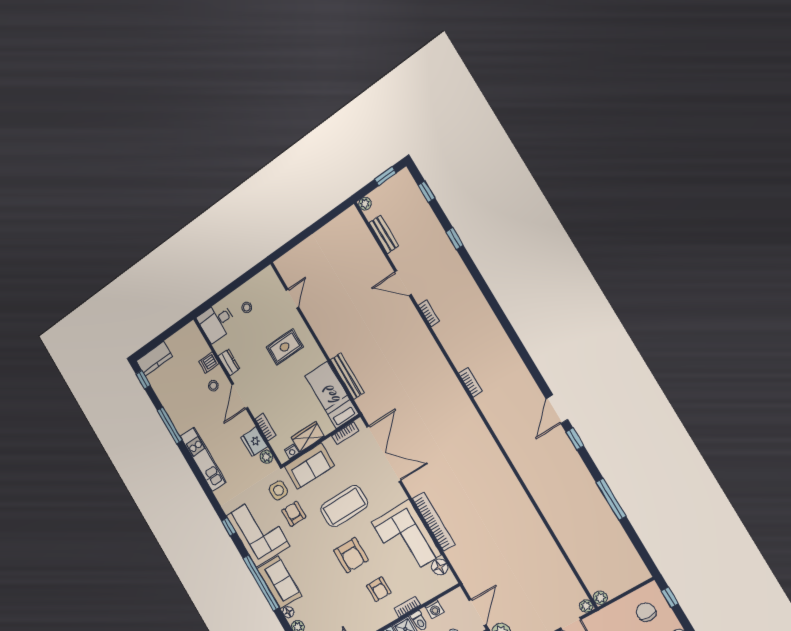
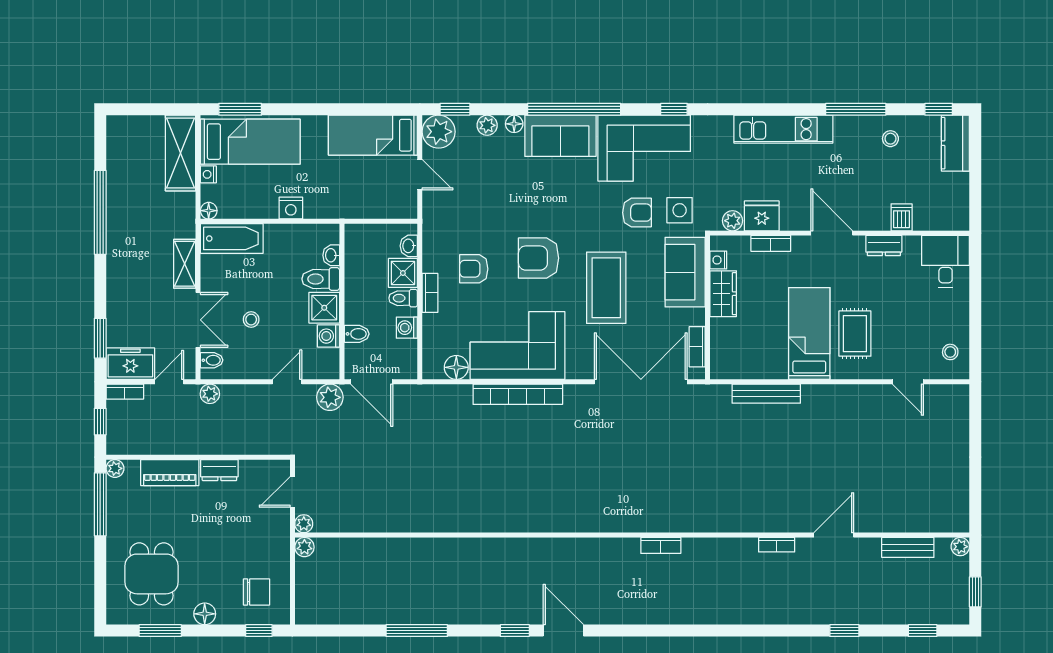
stool: (247, 307) -> (950, 352), moved
stool: (213, 386) -> (890, 139), moved
bed: (332, 395) -> (809, 333), moved, turned -90
double door: (384, 454) -> (641, 382), swing flipped

